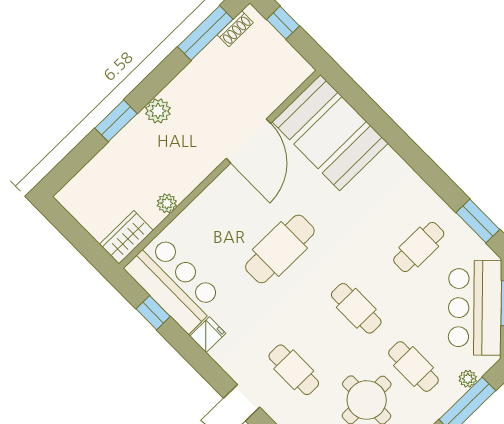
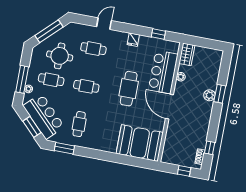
window: (205, 33) -> (210, 148), width x0.46
plant: (158, 111) -> (209, 95), moved
door: (248, 141) -> (169, 107), moved
bar counter: (174, 283) -> (163, 72), moved, turned 90

